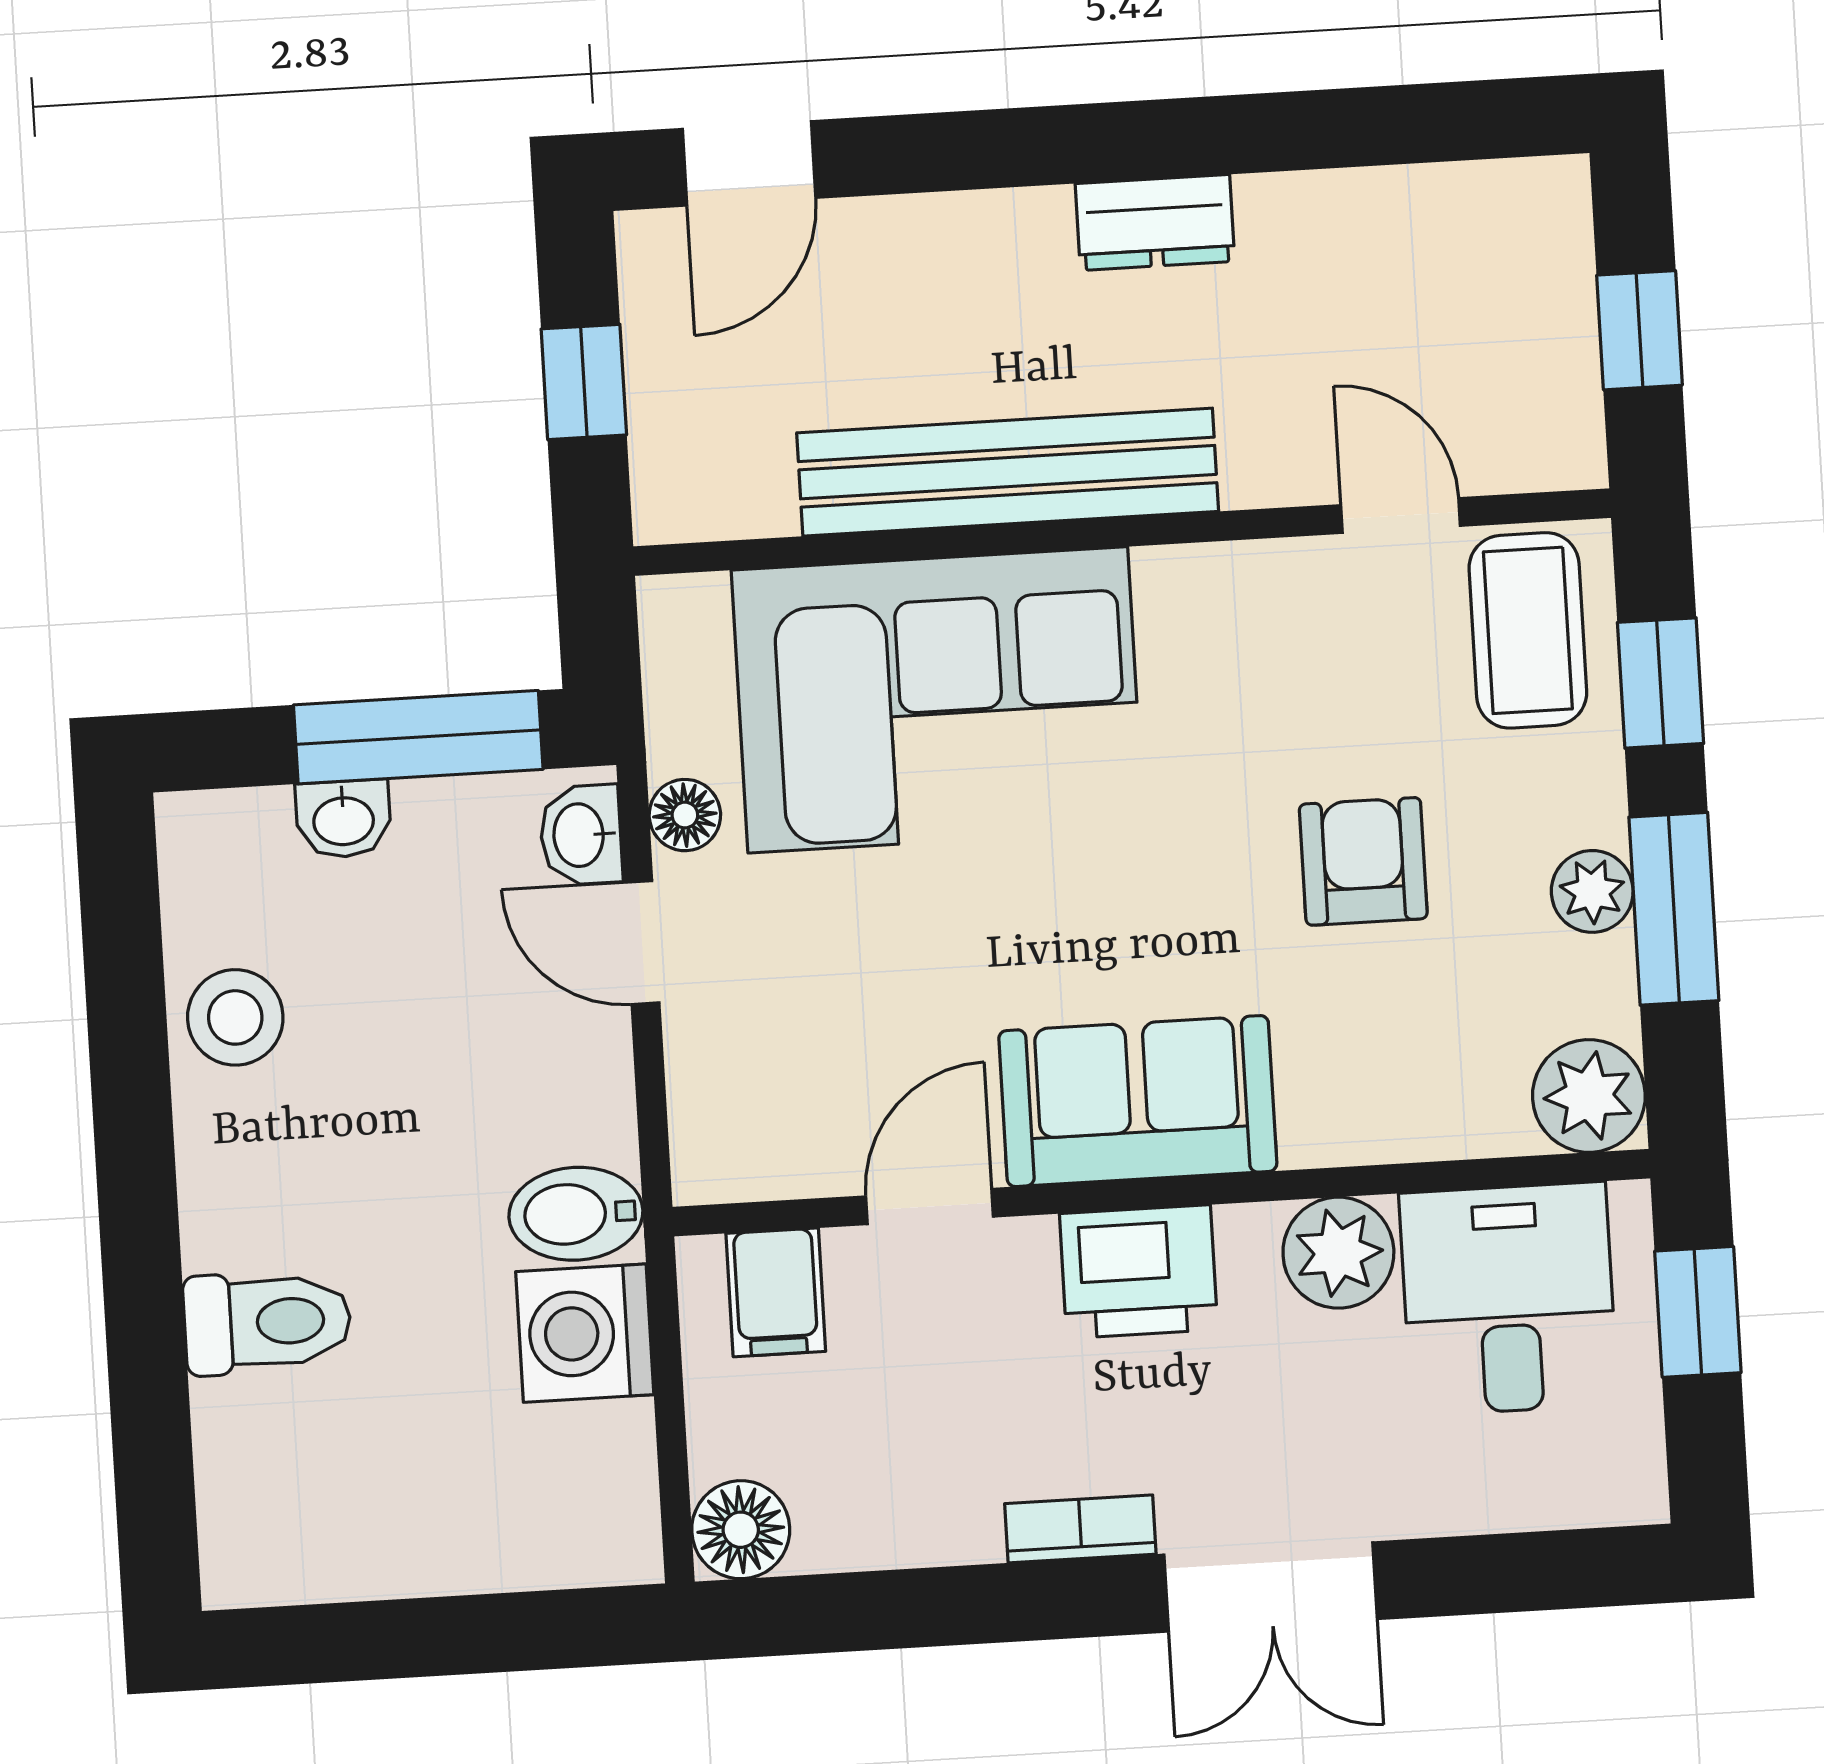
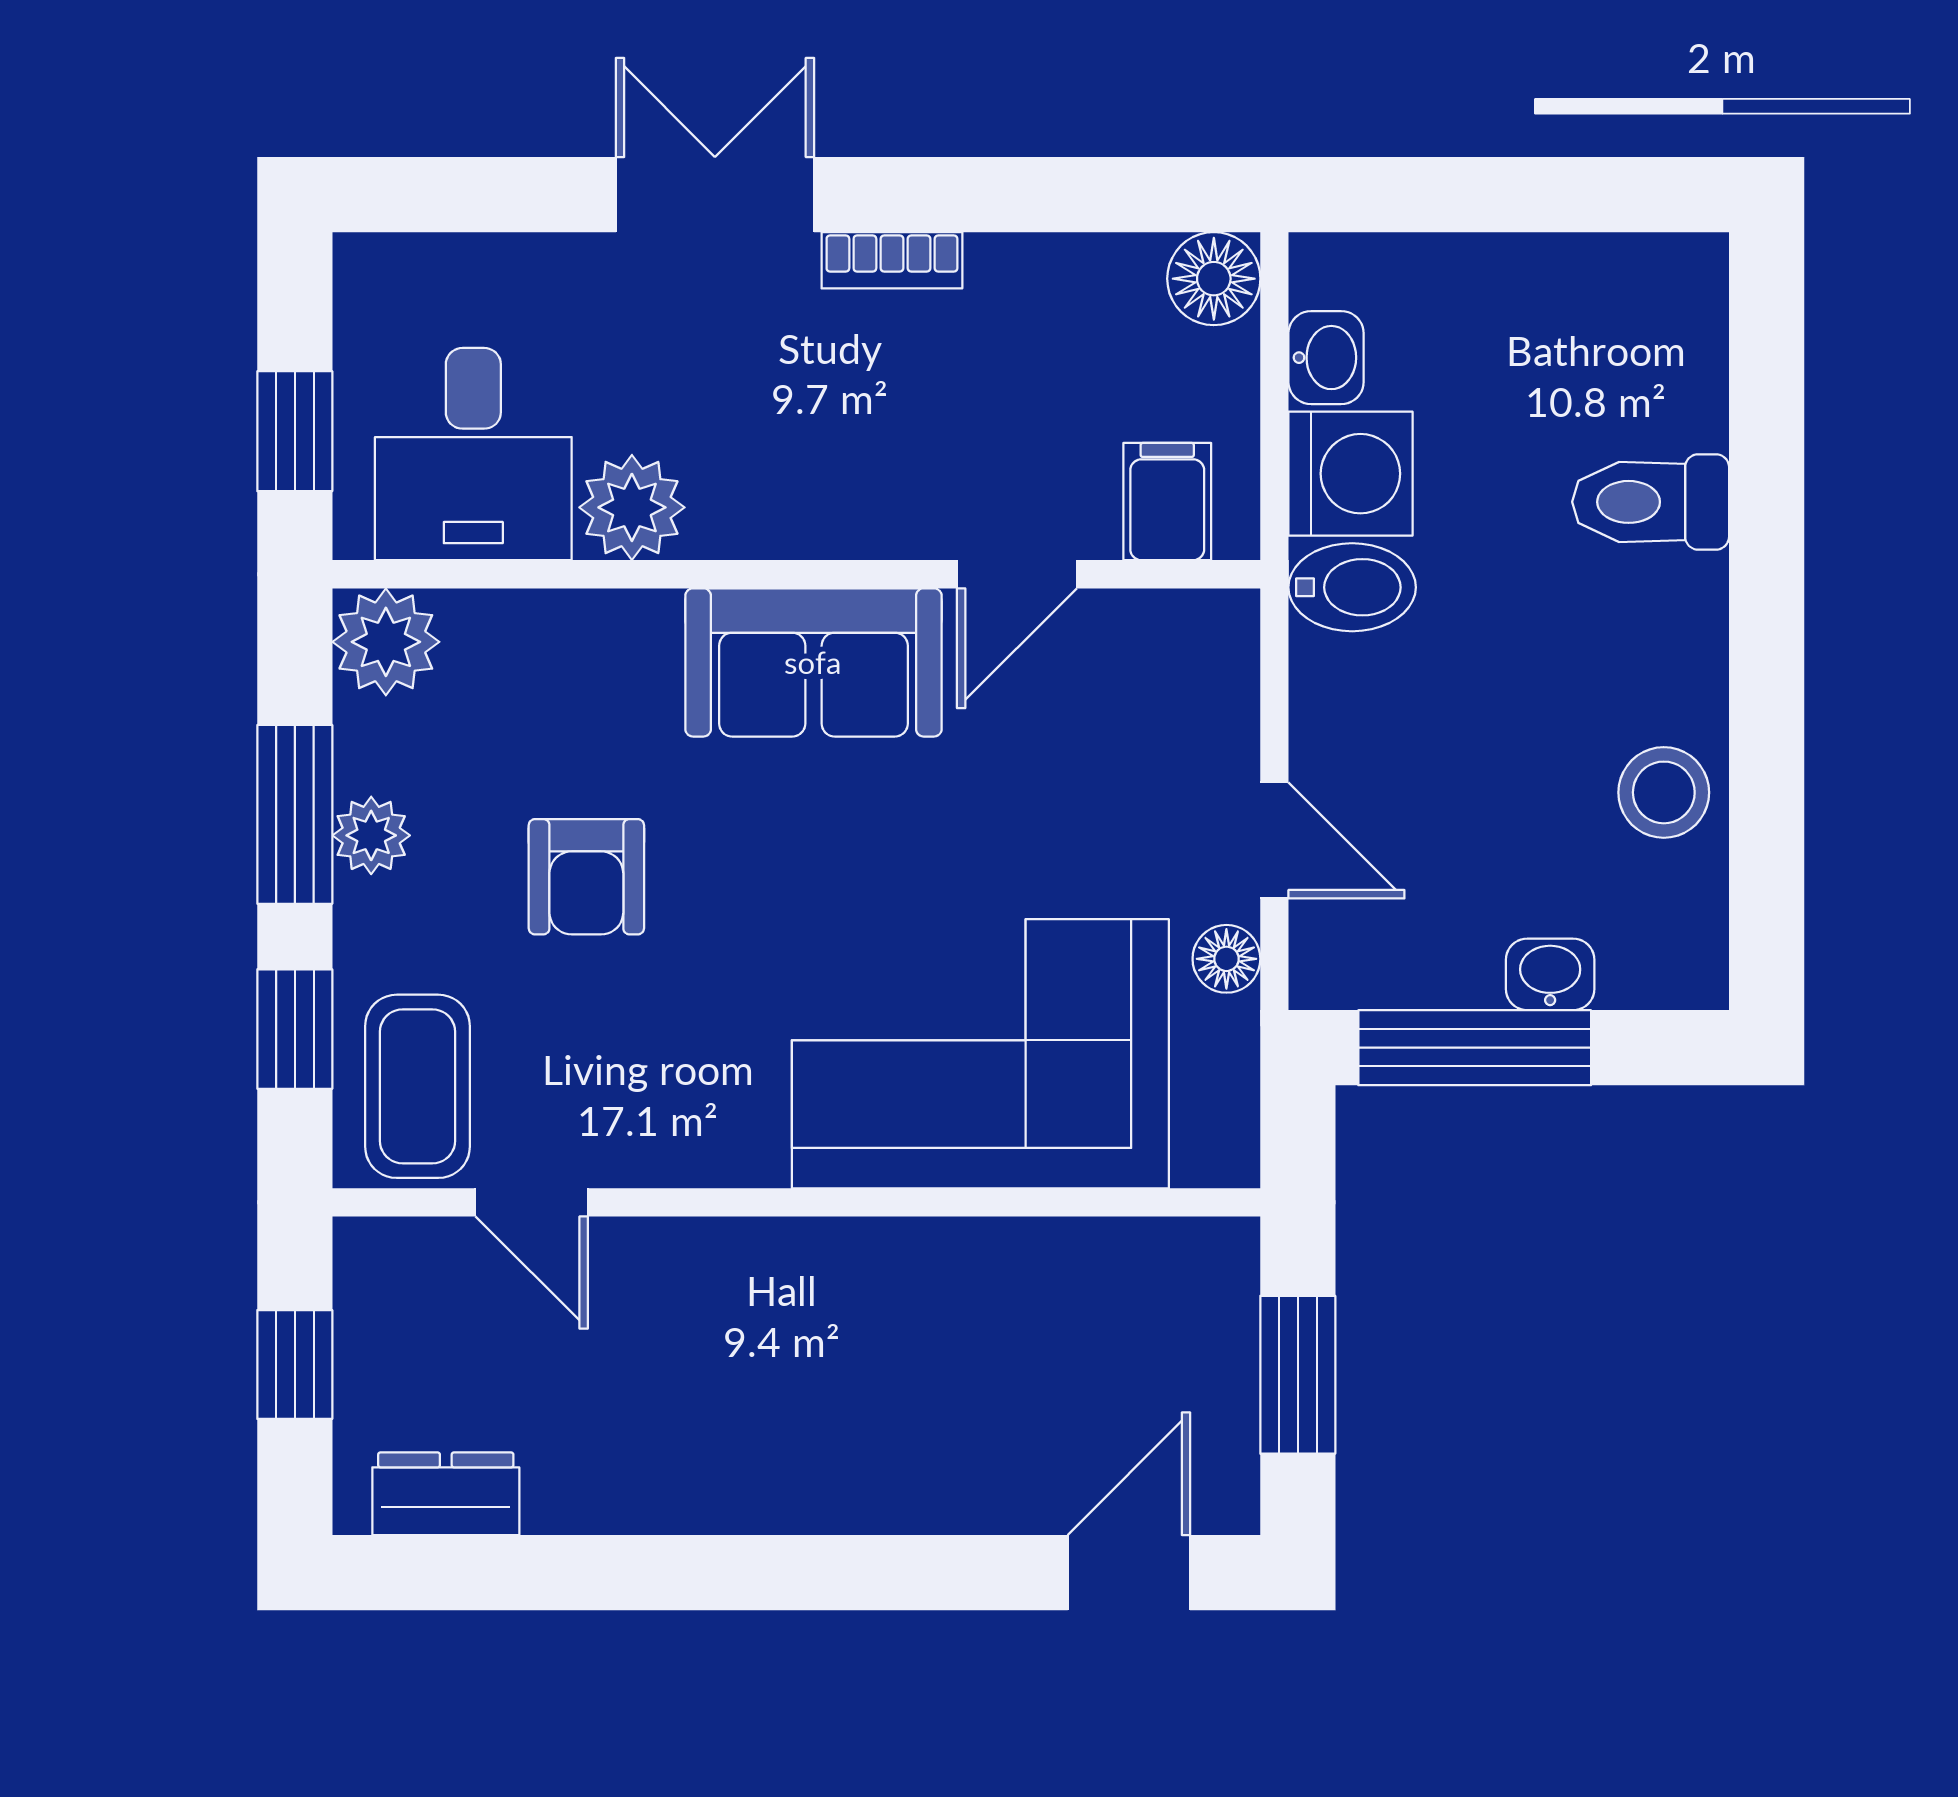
dresser: (1155, 222) -> (446, 1494), moved
window: (584, 382) -> (1298, 1375), width x1.50
bench: (1008, 472) -> (901, 1266), removed
washbasin: (581, 835) -> (1326, 358), moved
printer: (1139, 1272) -> (822, 501), removed

